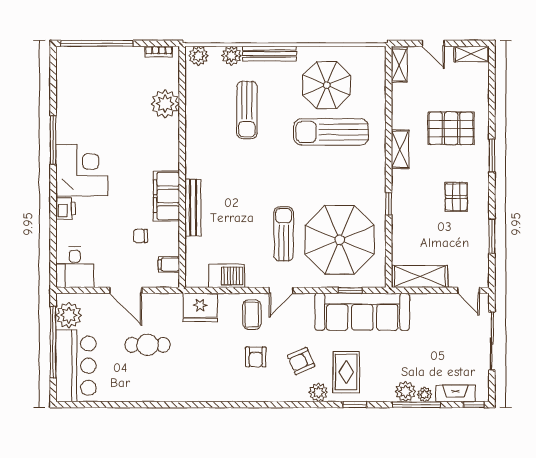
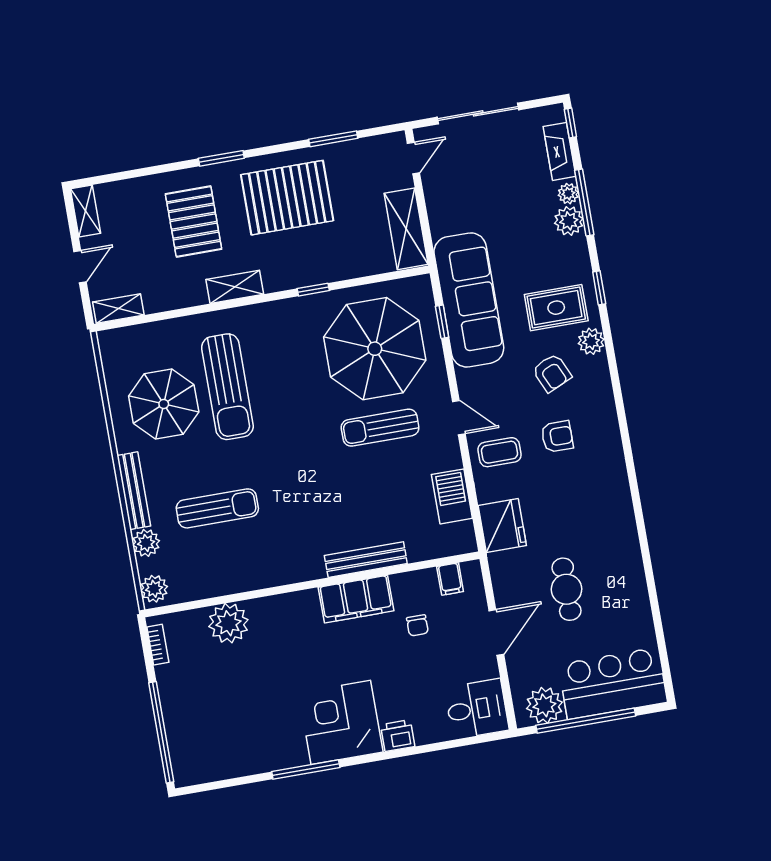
pallet: (456, 197) -> (287, 198), width x2.05, depth x2.00

